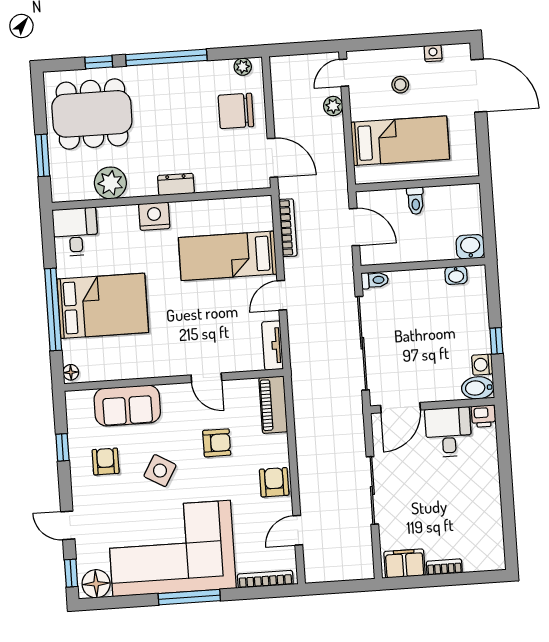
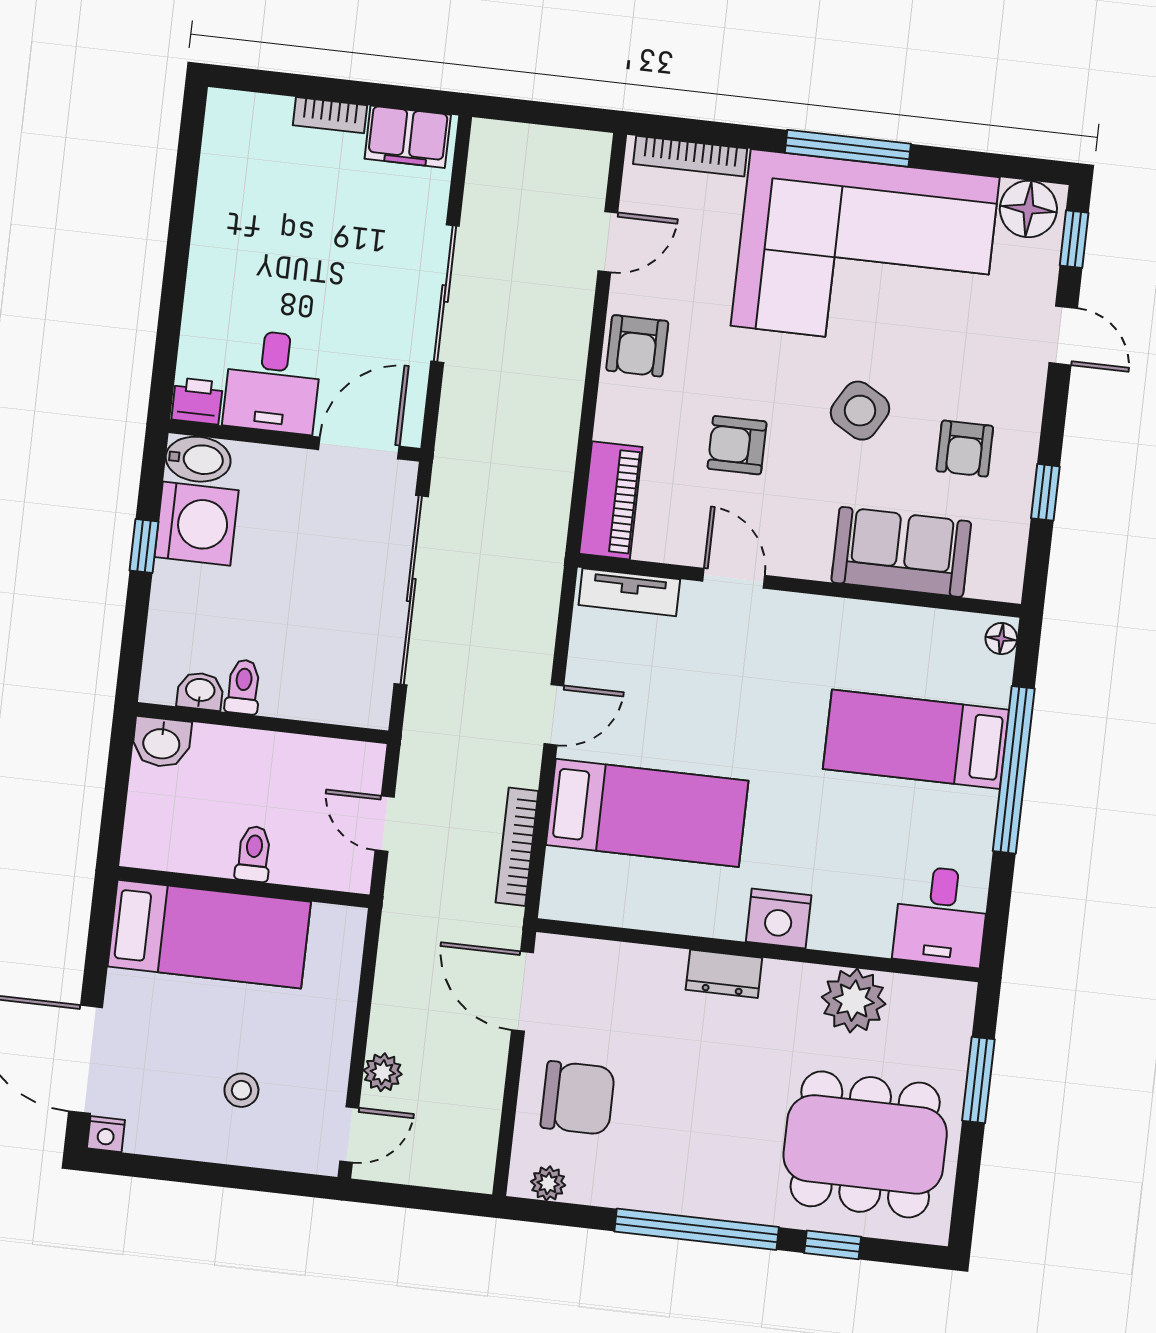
nightstand: (433, 53) -> (106, 1134), moved
bed: (400, 141) -> (209, 934), moved, turned 180
door: (354, 227) -> (385, 824), width x0.73
toilet: (375, 280) -> (243, 687), moved, turned 90
bed: (103, 306) -> (916, 739), width x0.67
tv unit: (272, 346) -> (629, 592), moved, turned 90
washing machine: (482, 365) -> (196, 524), width x1.89, depth x1.89

